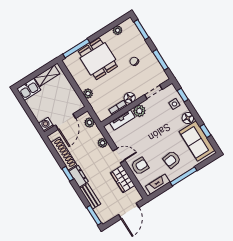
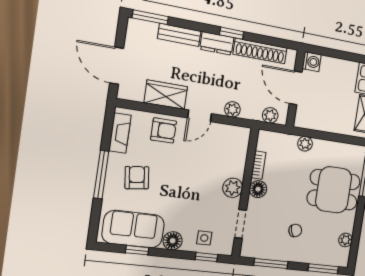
tv unit: (122, 120) -> (239, 158), removed
armchair: (140, 166) -> (164, 130), turned -90

